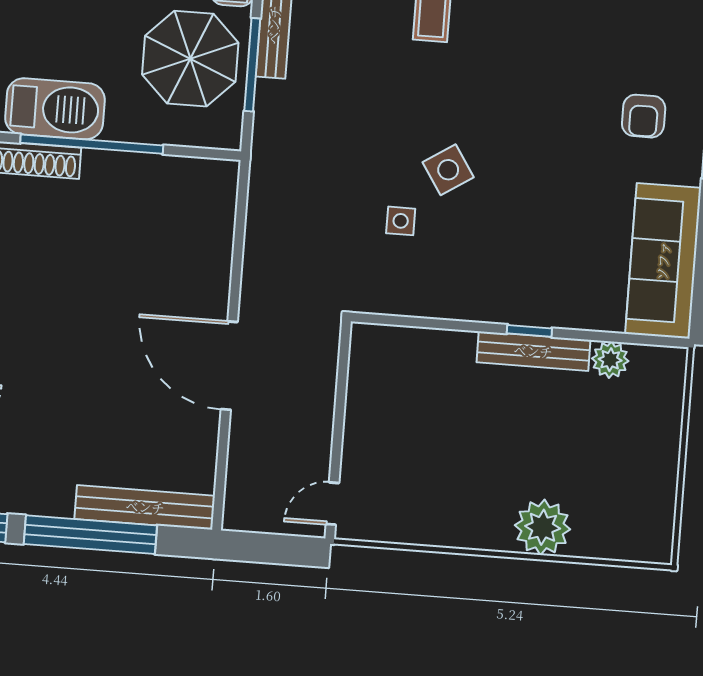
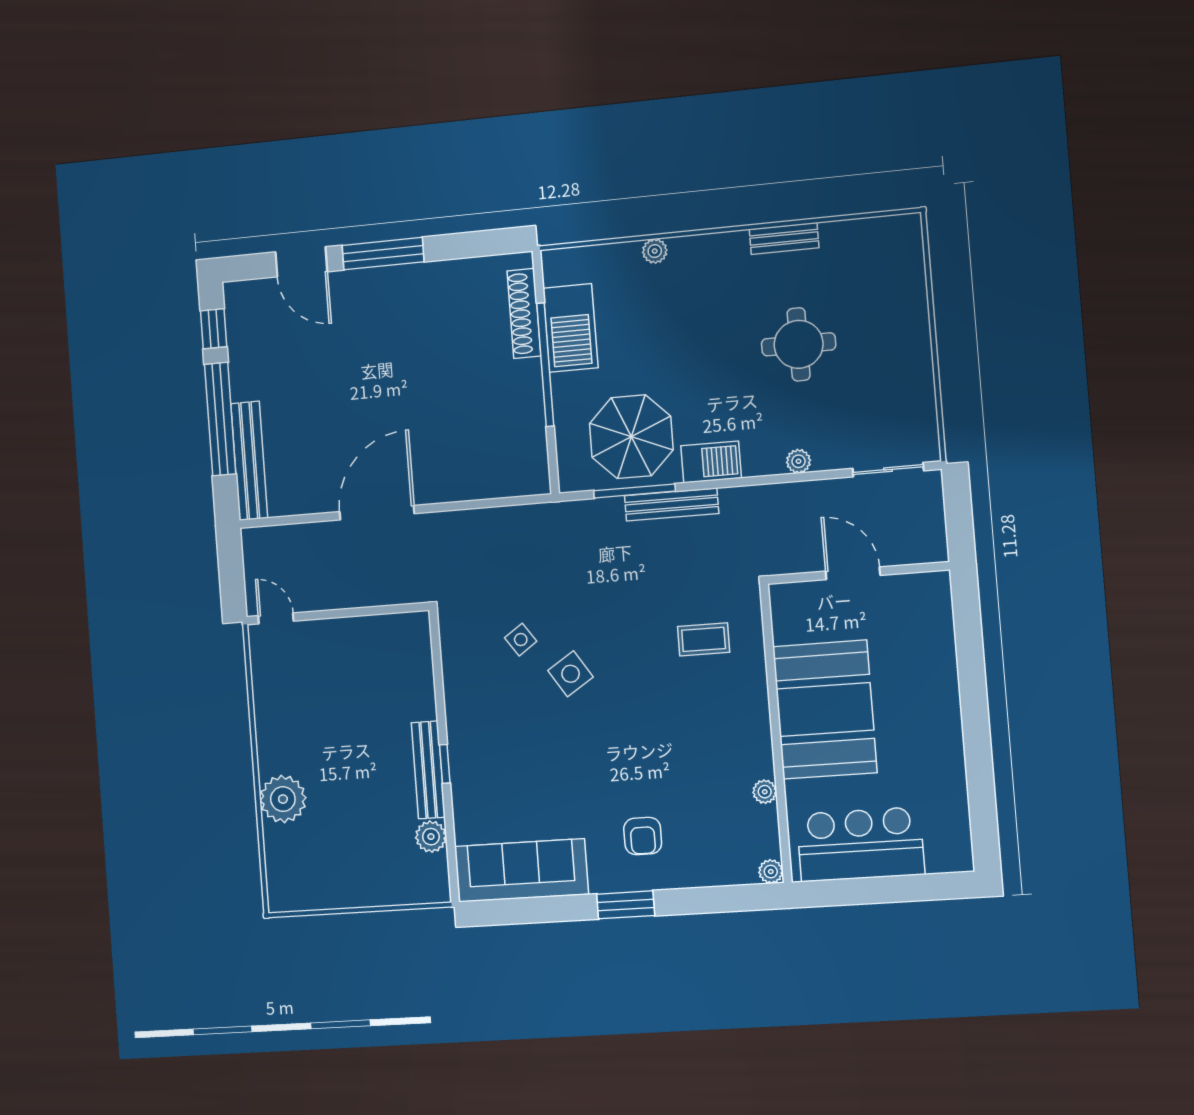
armchair: (644, 116) -> (643, 836), turned -90
side table: (401, 221) -> (521, 640), turned -35

